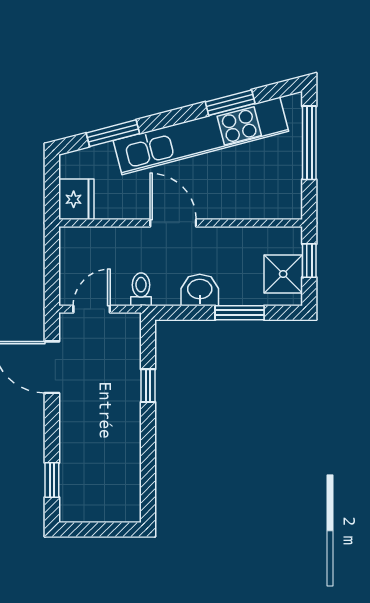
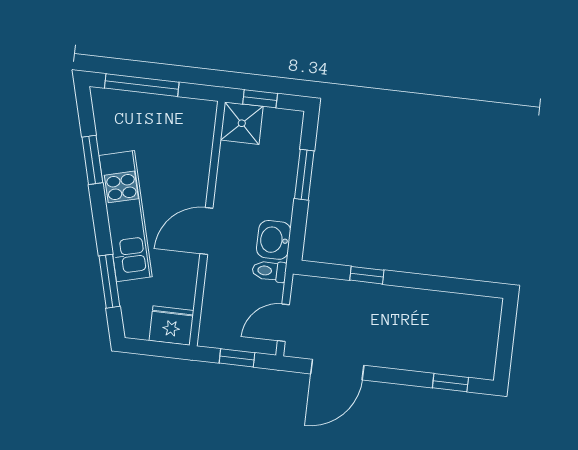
kitchen unit: (201, 136) -> (125, 216), width x0.73
window: (52, 267) -> (237, 358), added
shower: (283, 274) -> (242, 123), moved
washbasin: (200, 290) -> (274, 240), moved
door: (92, 309) -> (283, 323), hinge flipped

